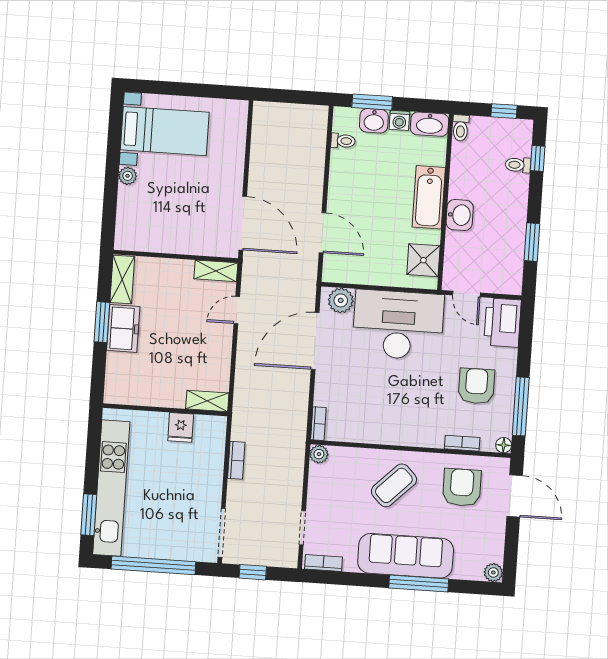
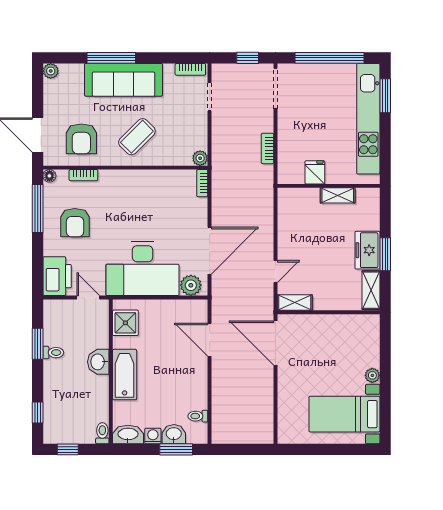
toilet: (518, 165) -> (53, 353), moved
shelving: (207, 401) -> (338, 195), moved

